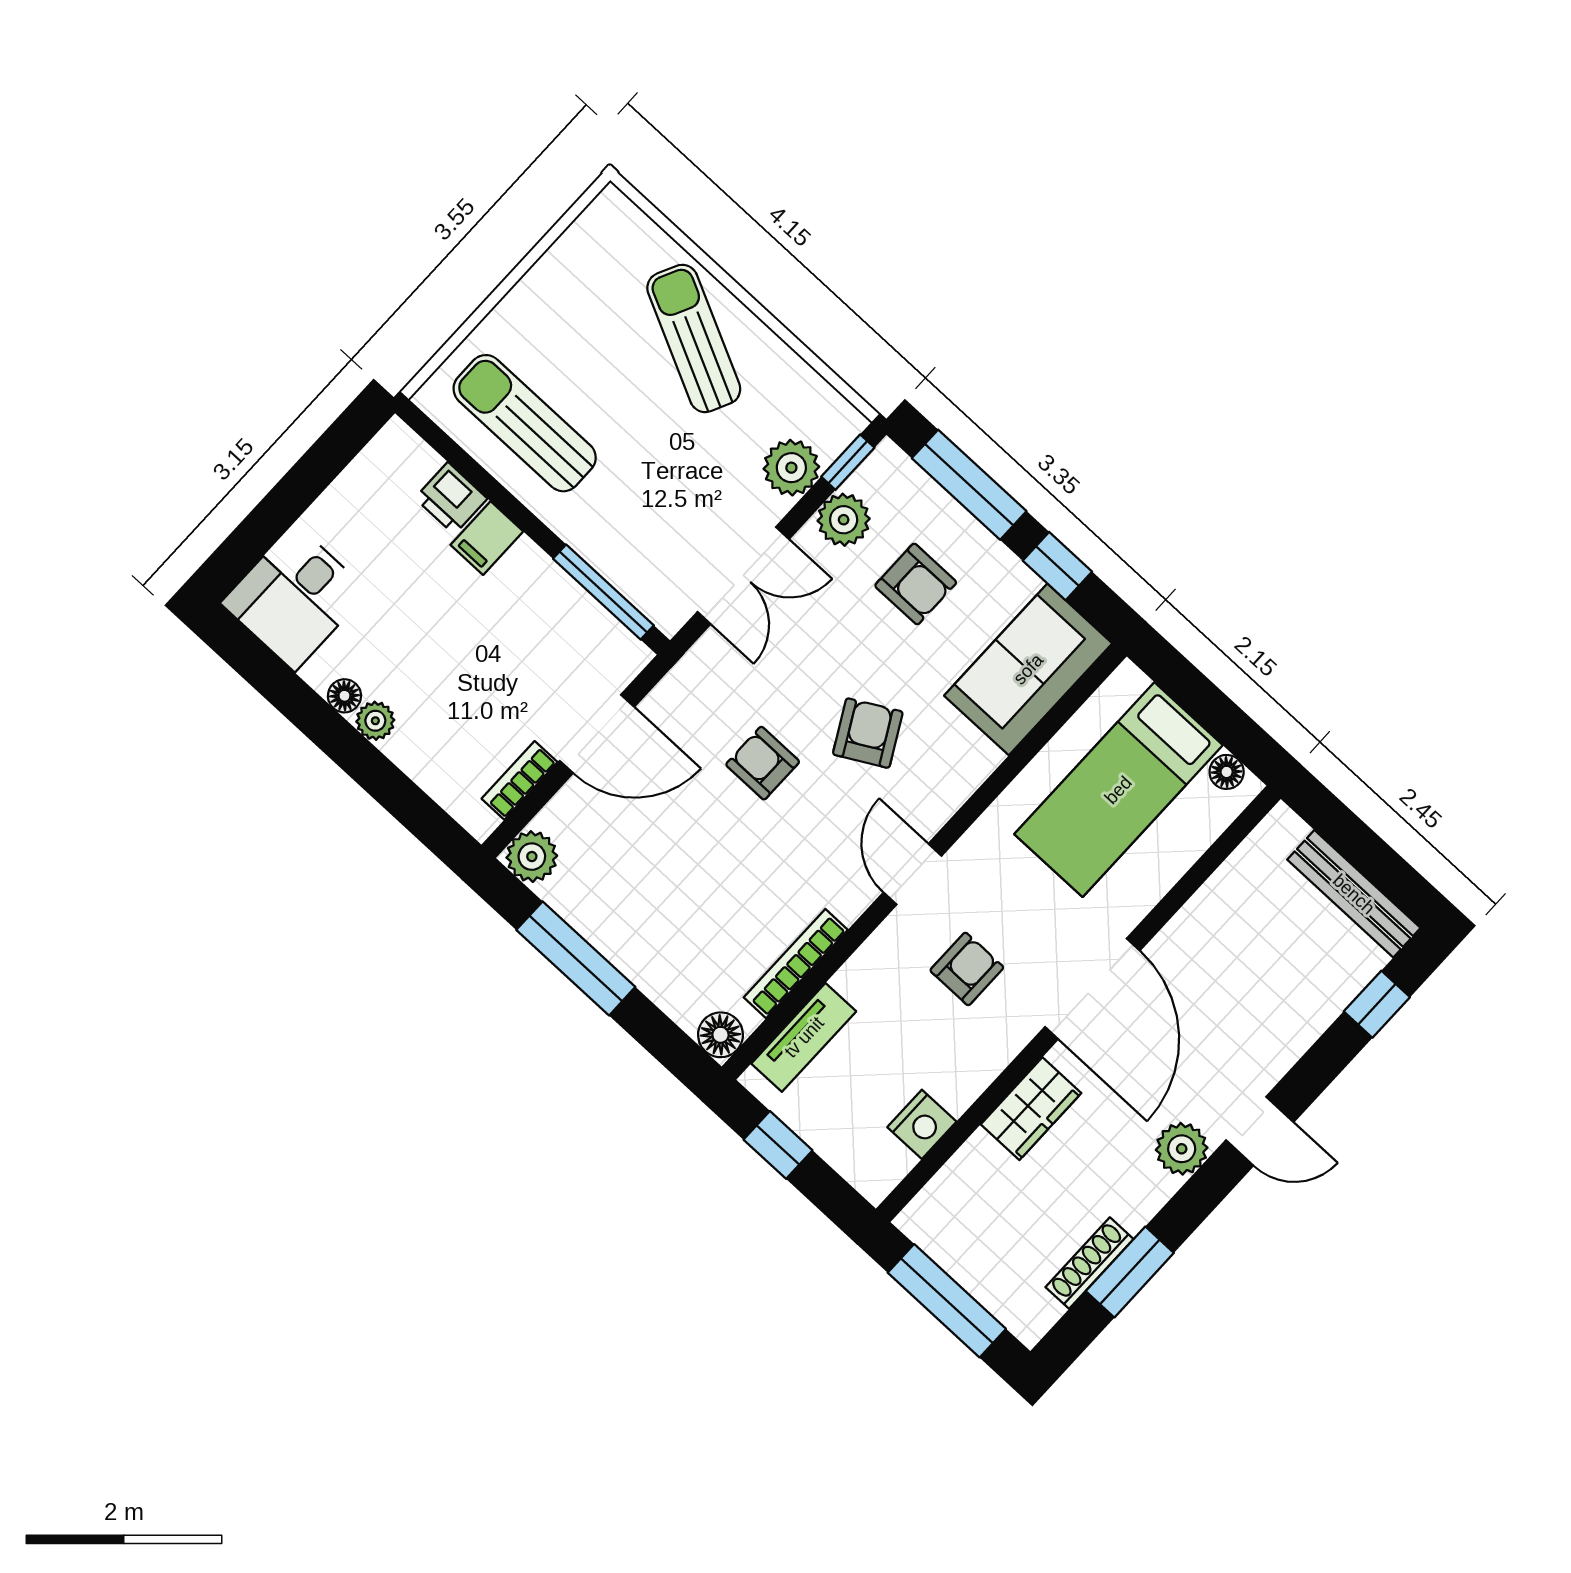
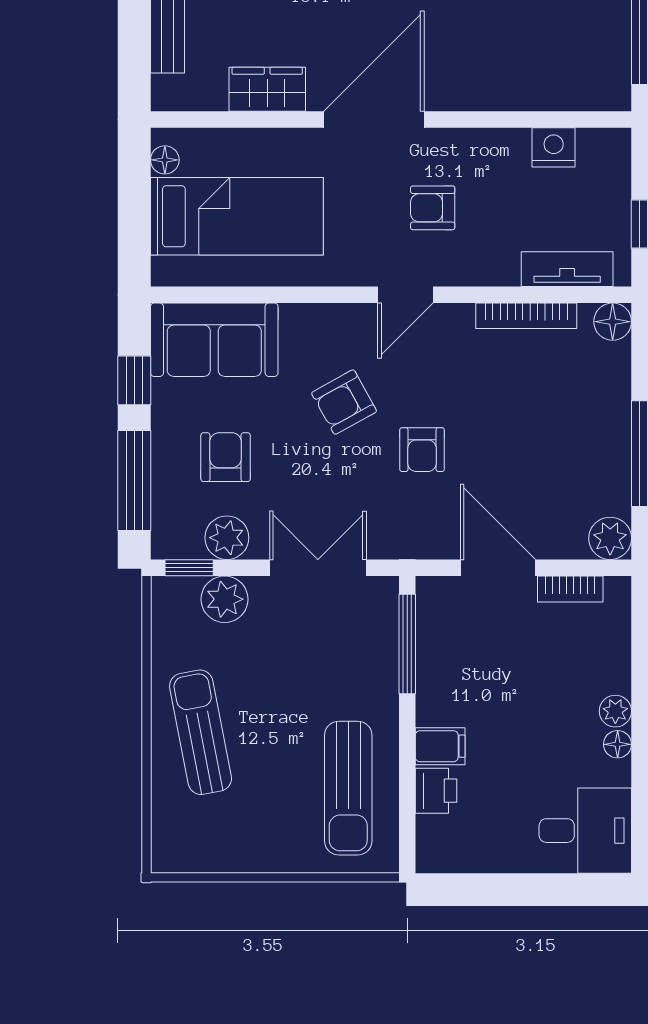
sun lounger: (694, 338) -> (201, 732), turned 143
wardrobe: (1031, 1109) -> (267, 89), moved

